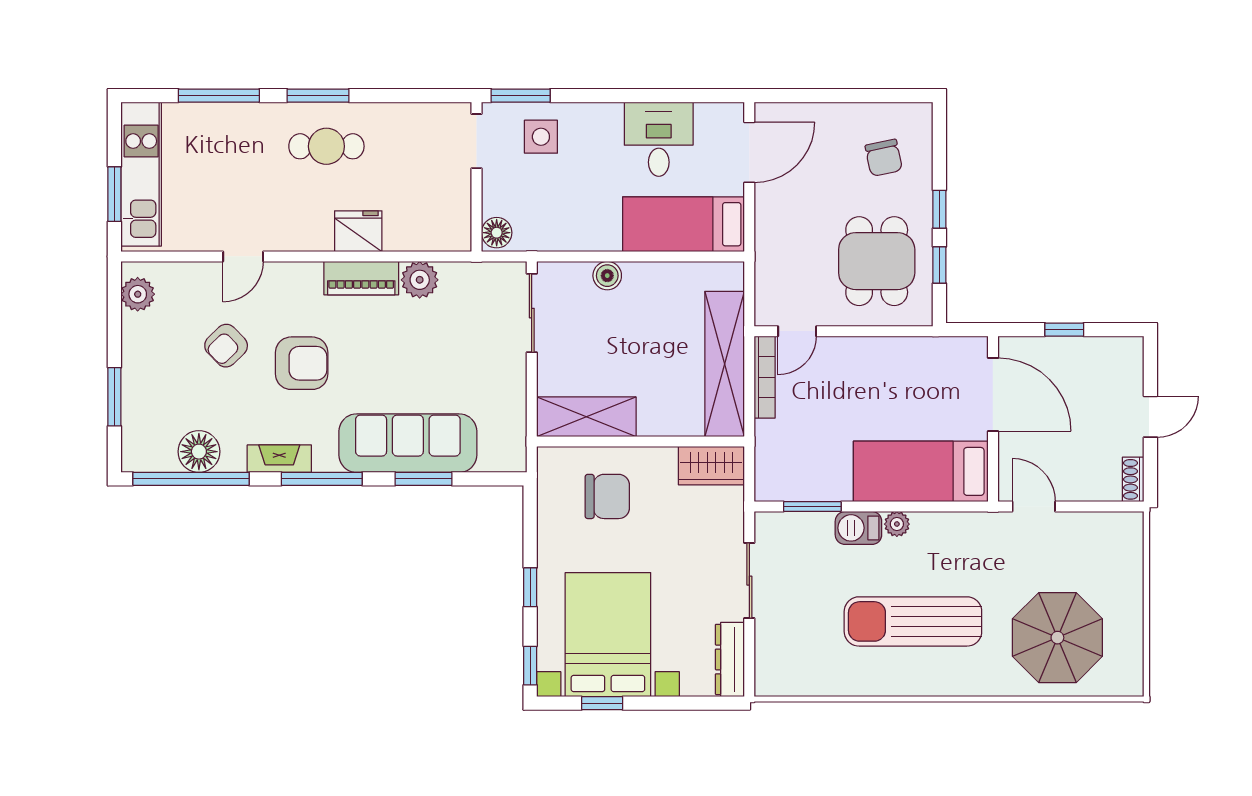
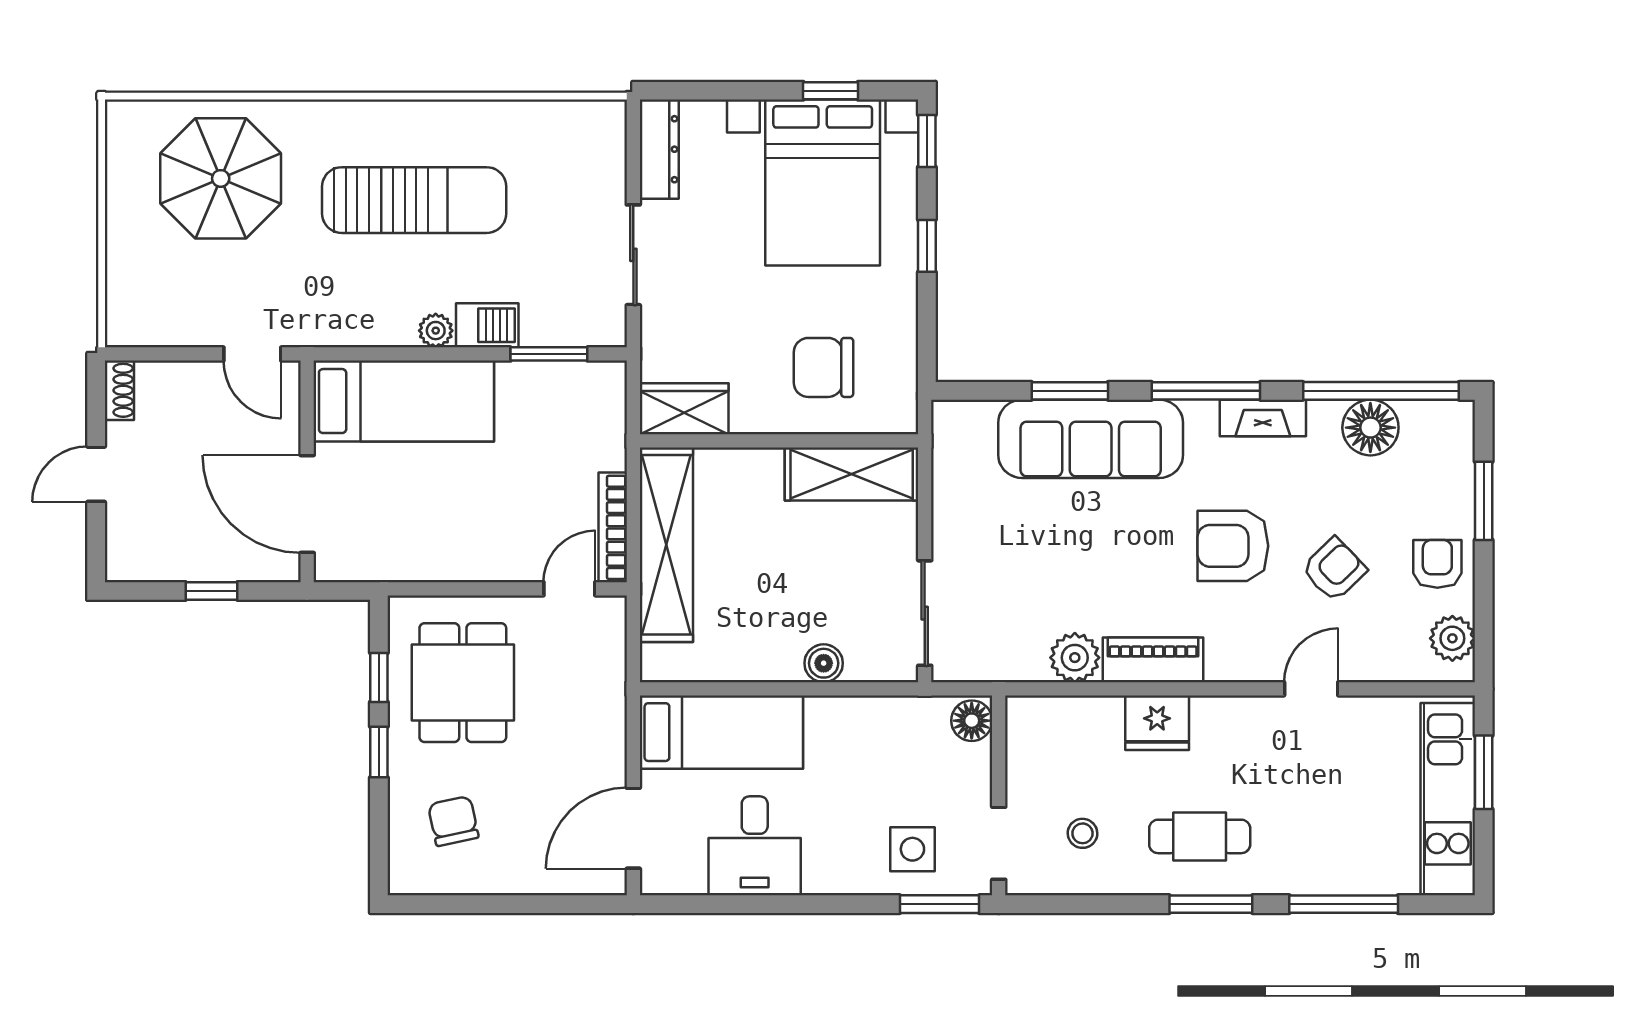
stool: (414, 149) -> (1082, 833), added
armchair: (149, 350) -> (1437, 564), added

